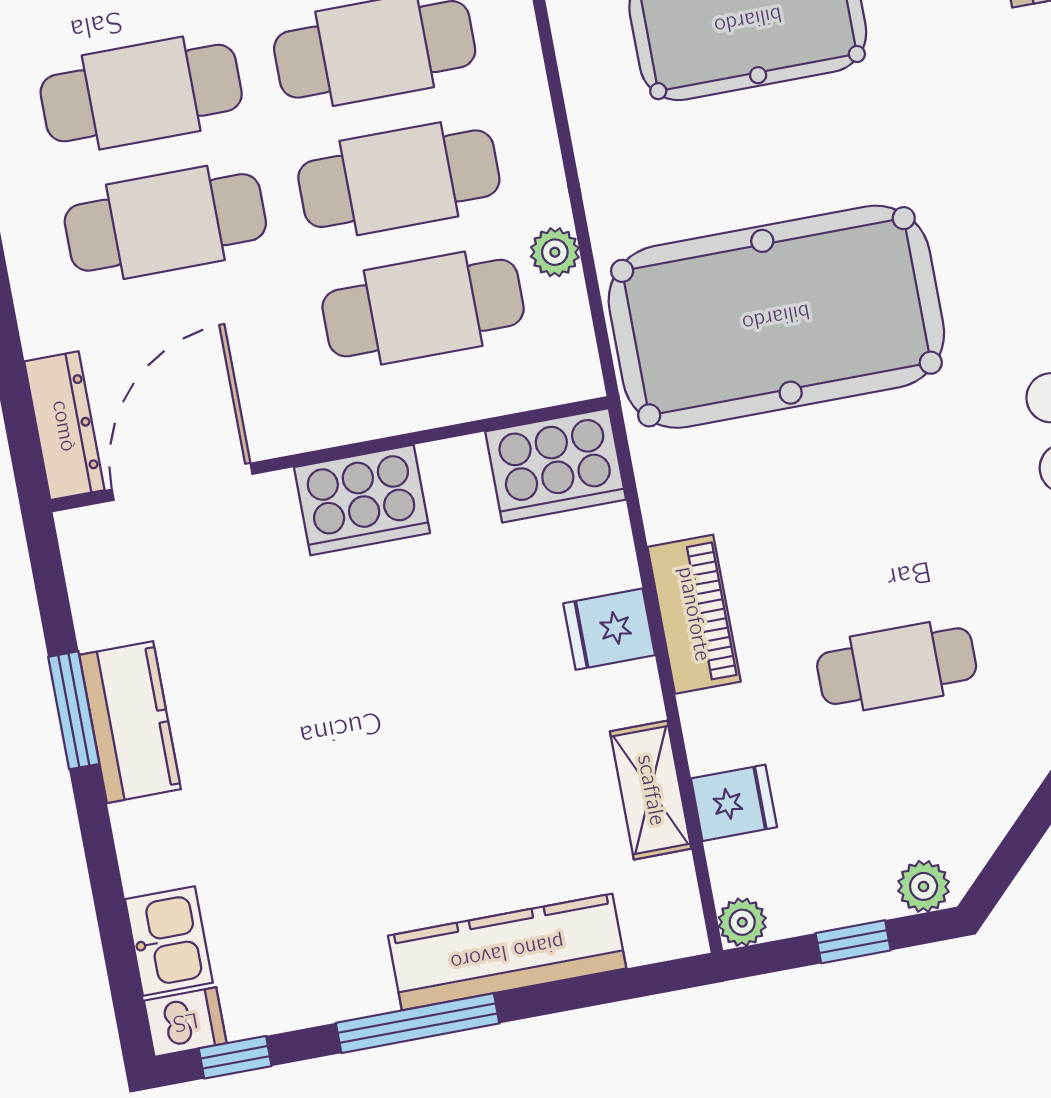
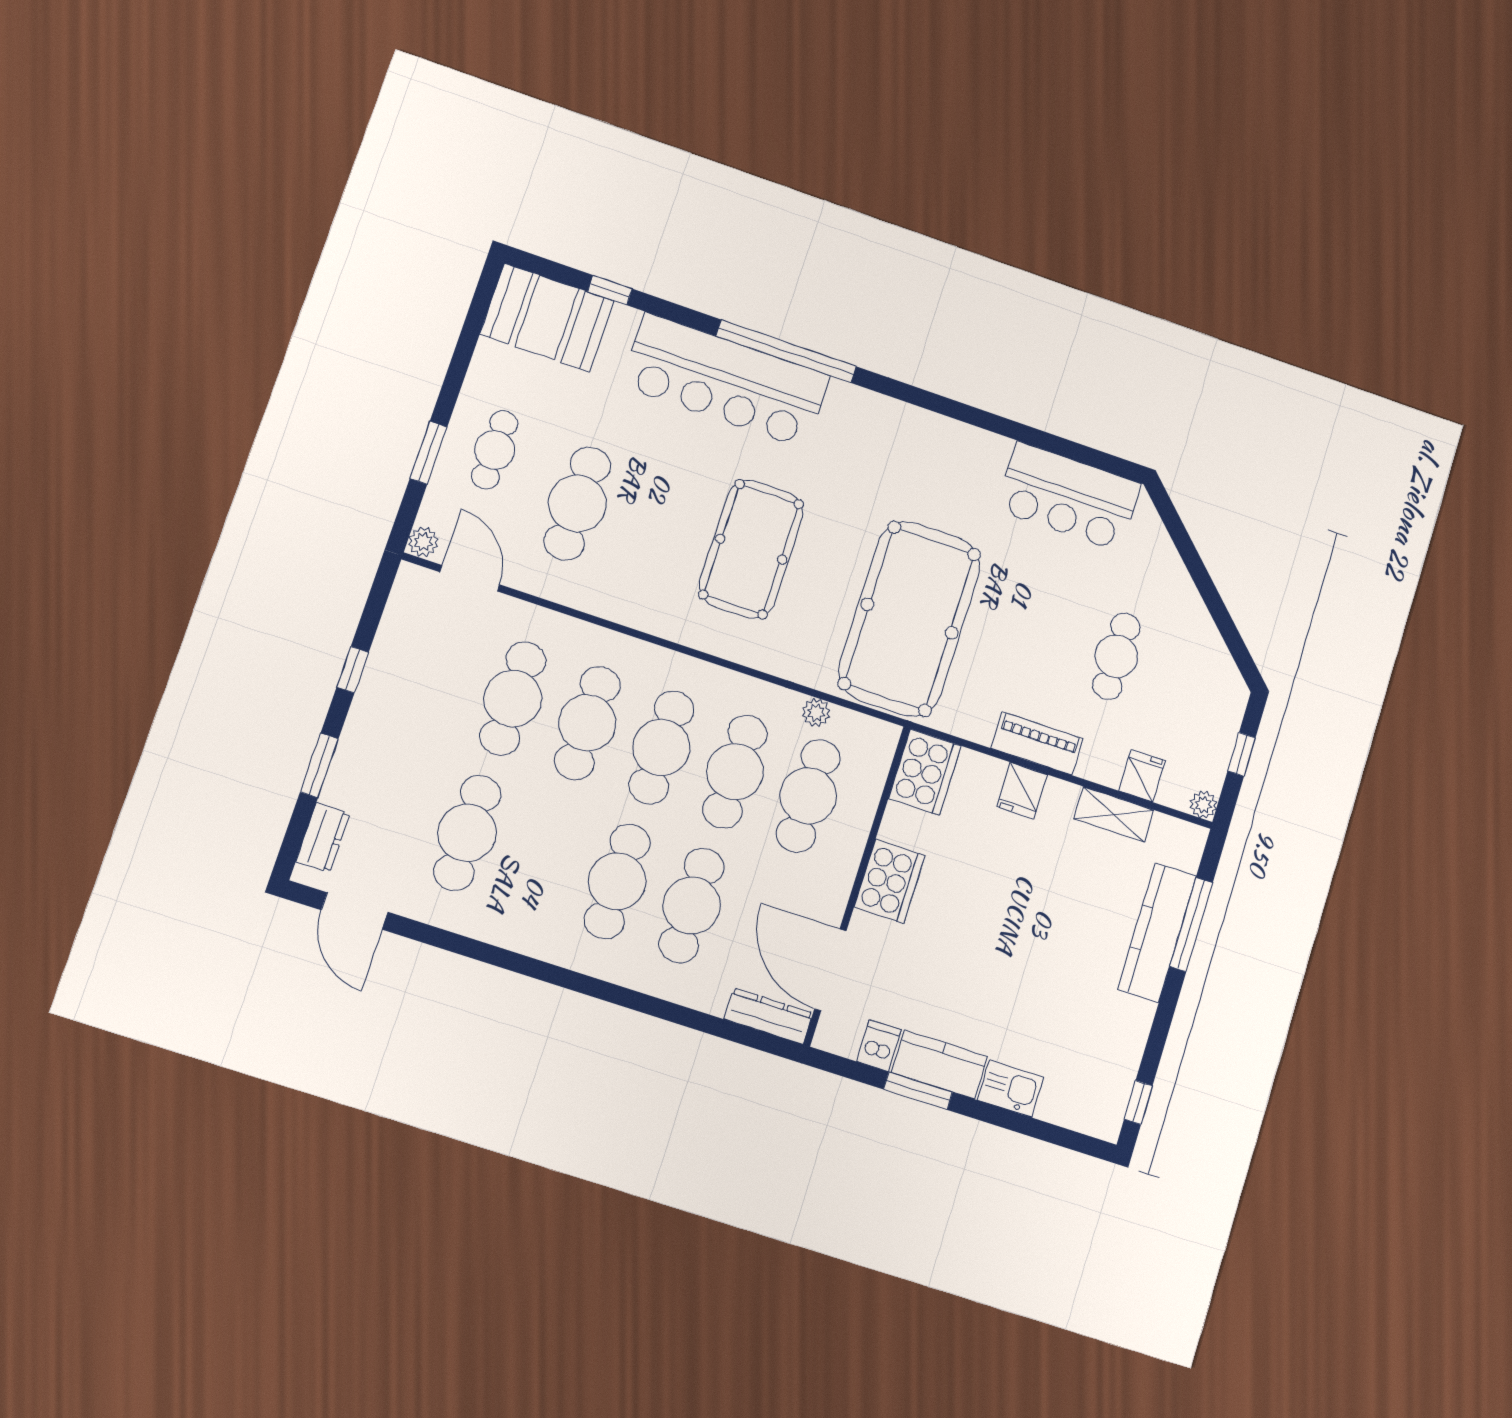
plant: (924, 886) -> (1232, 704), removed
kitchen sink: (169, 941) -> (1011, 1089), moved
dishwasher: (185, 1022) -> (879, 1046), moved
window: (418, 1023) -> (1191, 924), moved

